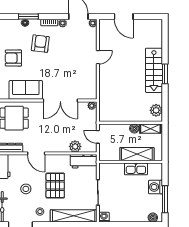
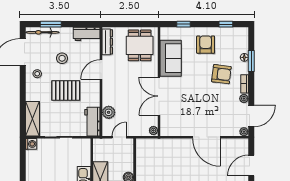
door: (98, 57) -> (207, 137), width x1.88
shelving: (74, 216) -> (32, 119), width x0.68

